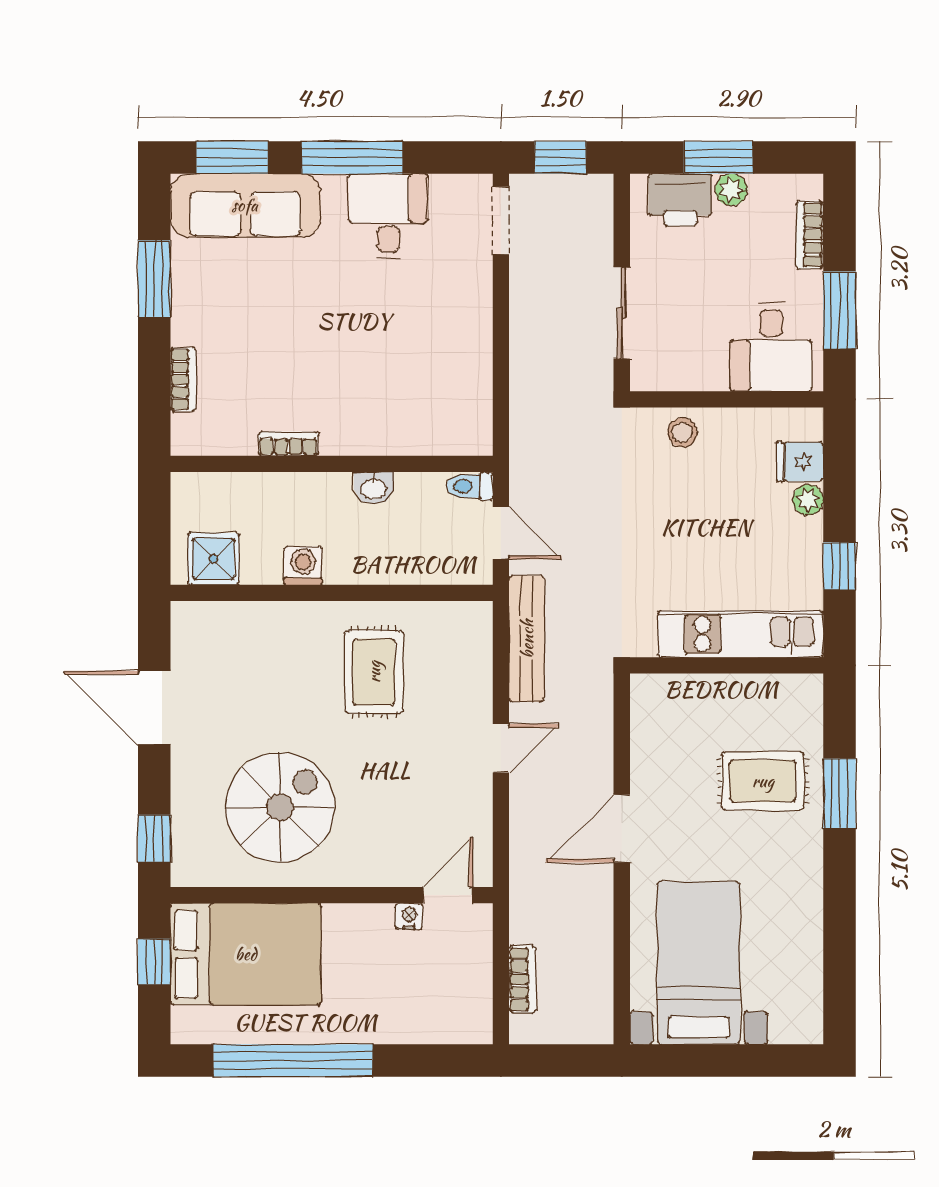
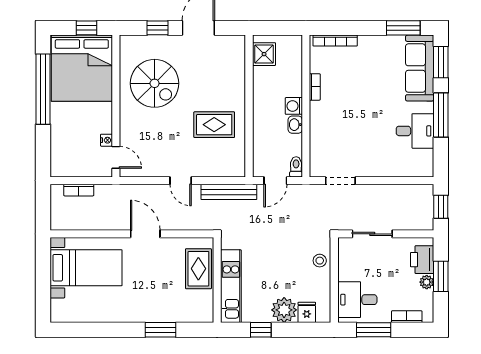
doorway: (501, 220) -> (340, 181), moved
window: (154, 279) -> (403, 28), moved
bookcase: (183, 379) -> (335, 41), width x1.56
plant: (808, 500) -> (284, 310), width x1.88, depth x1.88
washing machine: (303, 566) -> (294, 106), moved, turned 180
rug: (763, 781) -> (198, 269), moved
window: (154, 838) -> (158, 28), moved
bed: (246, 954) -> (82, 68), width x1.36

